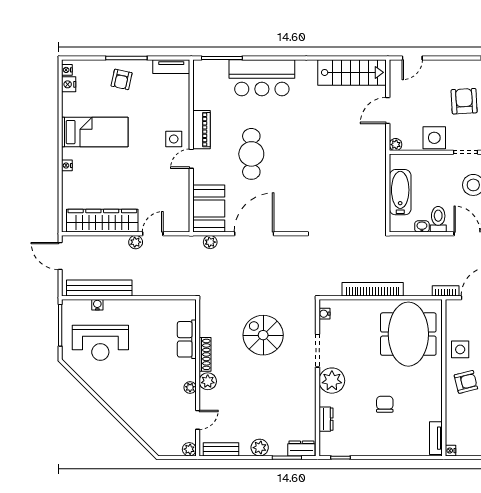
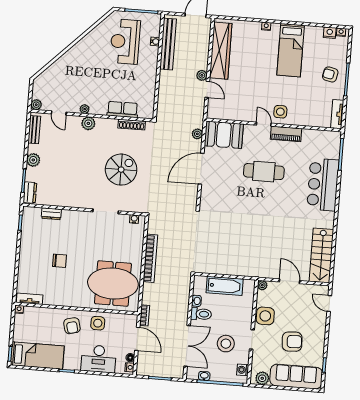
door: (254, 234) -> (201, 169), swing flipped
shoe rack: (205, 354) -> (132, 125), moved
plant: (332, 381) -> (81, 221), removed

